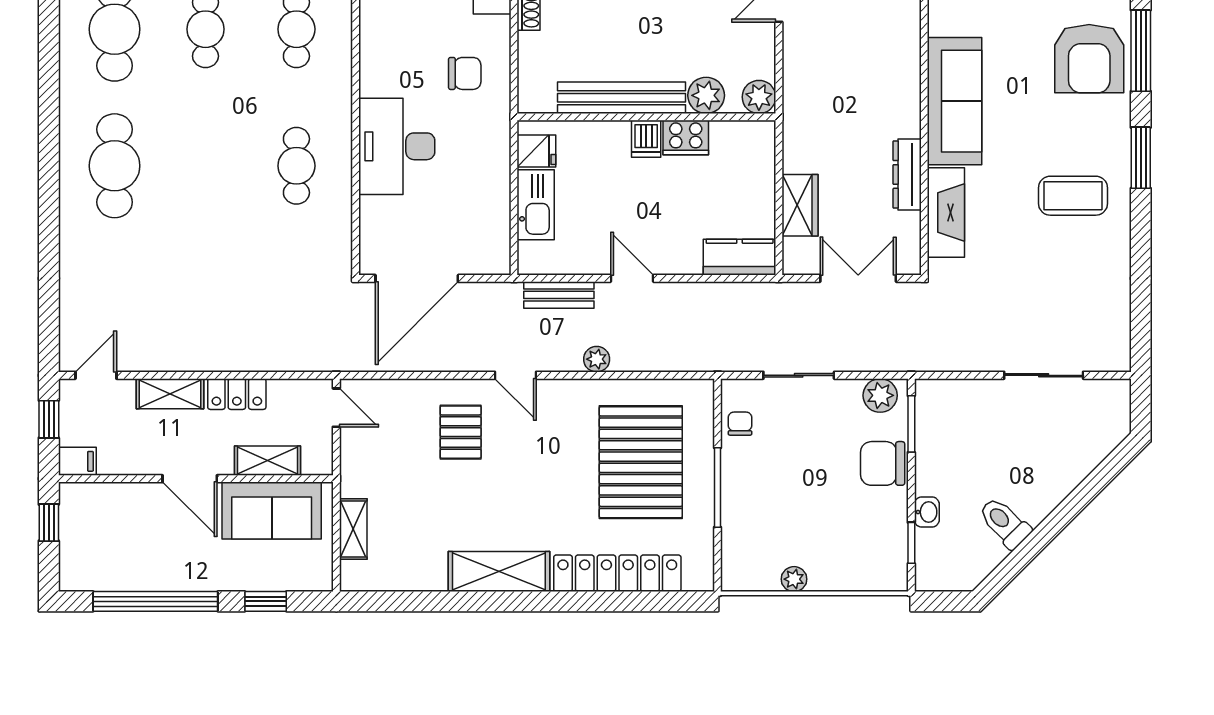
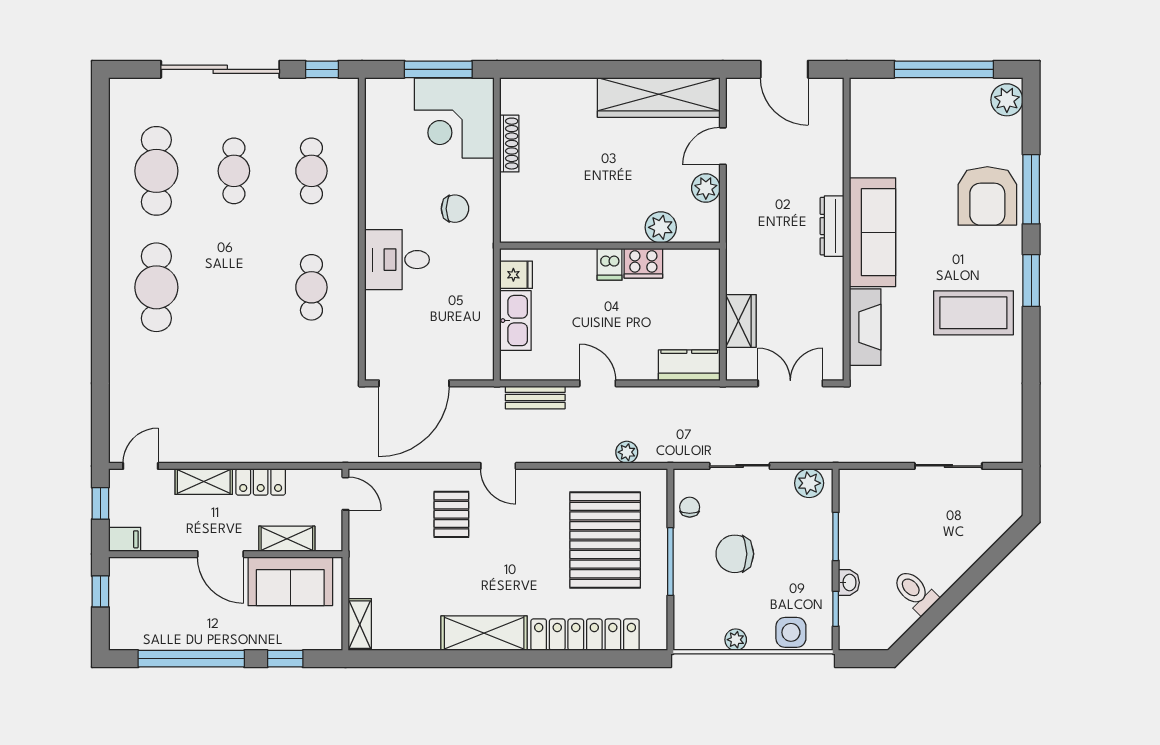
plant: (759, 97) -> (706, 188), moved
bench: (621, 98) -> (589, 229), removed
desk: (397, 146) -> (397, 260), width x0.73
dresser: (907, 174) -> (832, 226), moved
coffee table: (1073, 196) -> (973, 313), width x1.36, depth x1.32
plant: (597, 359) -> (627, 452), moved
window: (911, 424) -> (836, 536), moved
chair: (883, 463) -> (735, 554), moved
shelving: (353, 529) -> (360, 625), moved
side table: (859, 571) -> (791, 632), added

